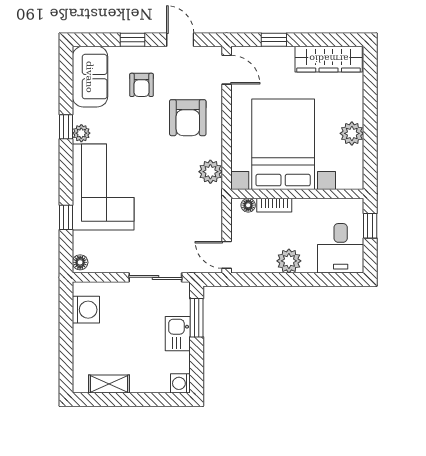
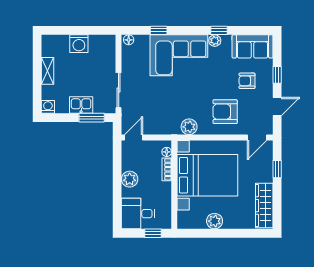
washing machine: (86, 310) -> (79, 44), moved
shelving: (109, 384) -> (48, 71), moved

